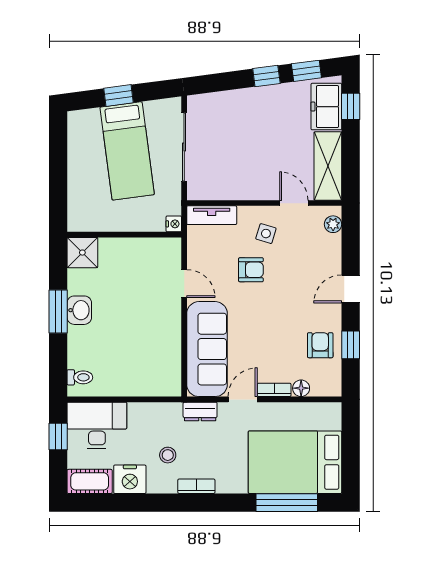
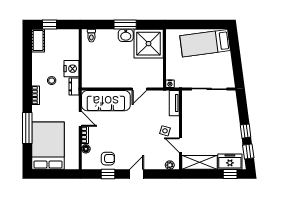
window: (119, 95) -> (236, 55), removed
bed: (127, 151) -> (205, 43), moved
door: (294, 203) -> (181, 145), swing flipped
shower: (82, 253) -> (149, 44), width x1.86, depth x1.86
armchair: (251, 270) -> (146, 123), removed
door: (351, 289) -> (137, 174), hinge flipped
dresser: (200, 412) -> (74, 86), moved
desk: (97, 425) -> (67, 44), removed
window: (58, 436) -> (50, 24), moved
nightstand: (130, 479) -> (71, 69), moved, turned 180
window: (287, 503) -> (27, 128), moved

